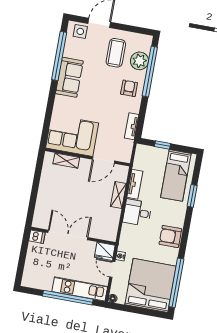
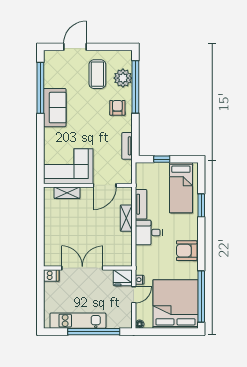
side table: (80, 31) -> (57, 59), removed
door: (112, 269) -> (134, 295), swing flipped
kitchen unit: (80, 289) -> (78, 321), moved

